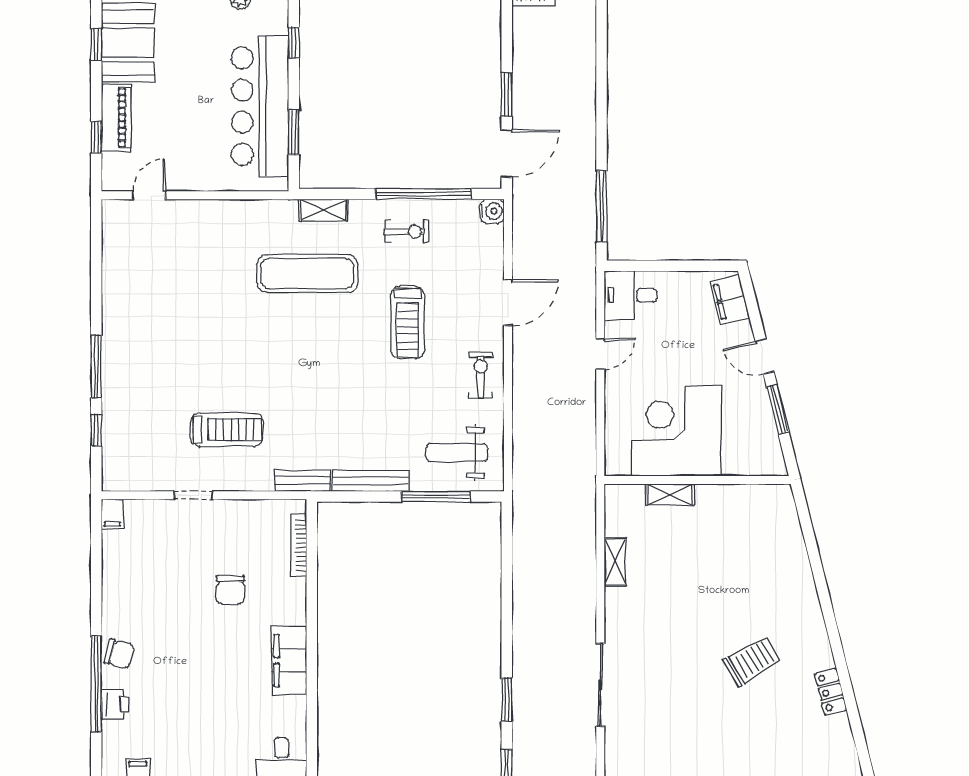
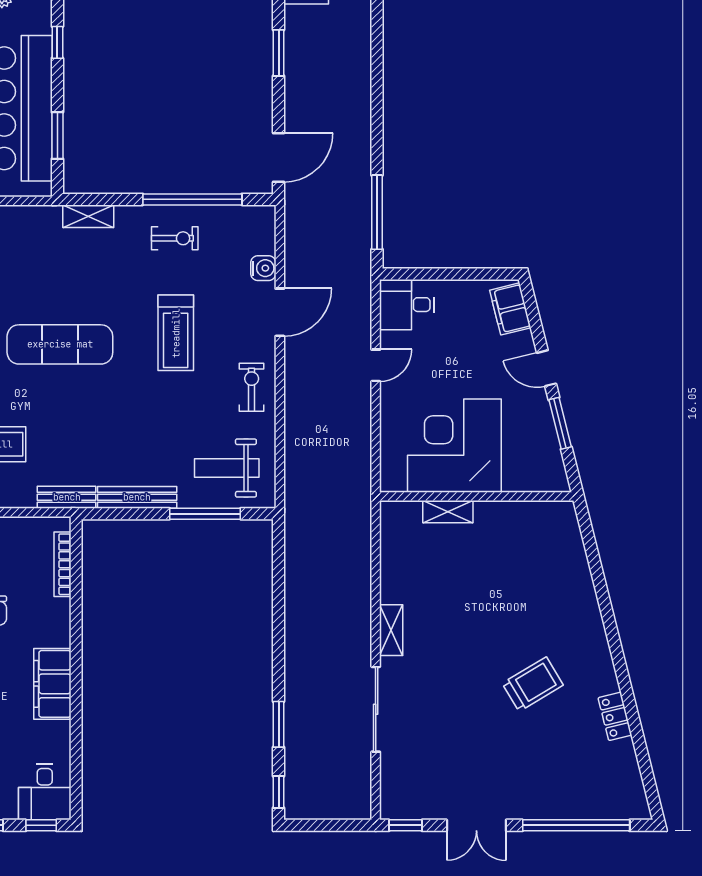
window: (507, 94) -> (279, 53), moved
water cooler: (492, 211) -> (263, 268), moved
exercise mat: (307, 274) -> (60, 344), moved
shelving: (615, 562) -> (391, 630), moved

